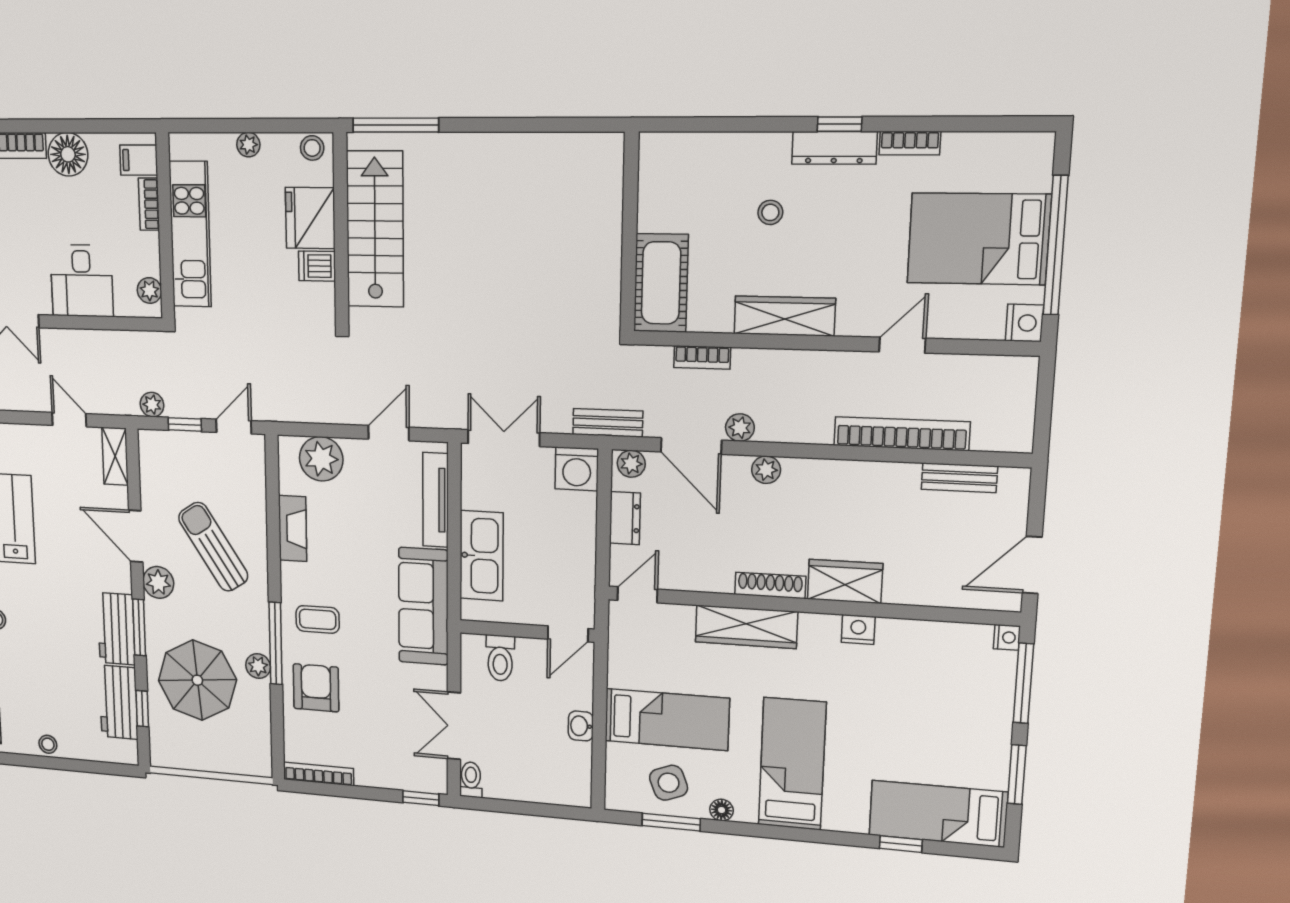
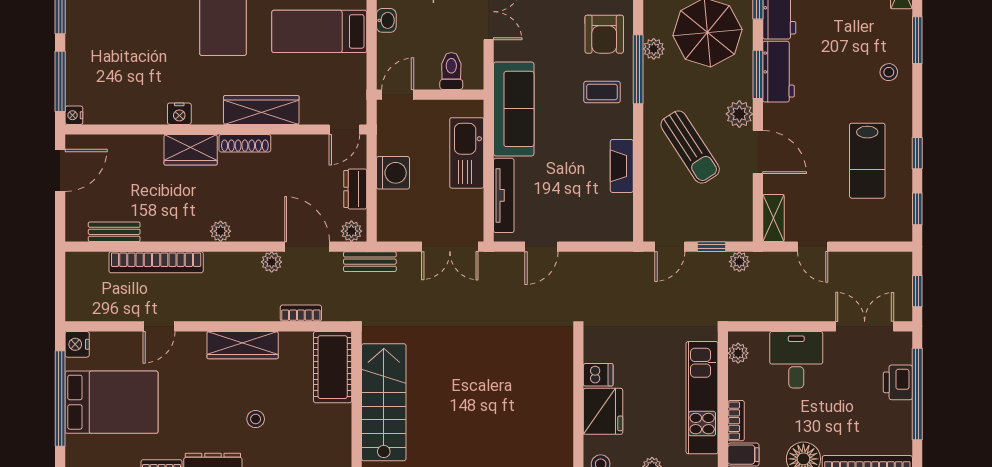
stairs: (375, 229) -> (384, 402), moved, turned 180
plant: (321, 459) -> (597, 224), removed
washing machine: (577, 469) -> (393, 173), moved, turned 90
plant: (766, 470) -> (221, 231), moved

